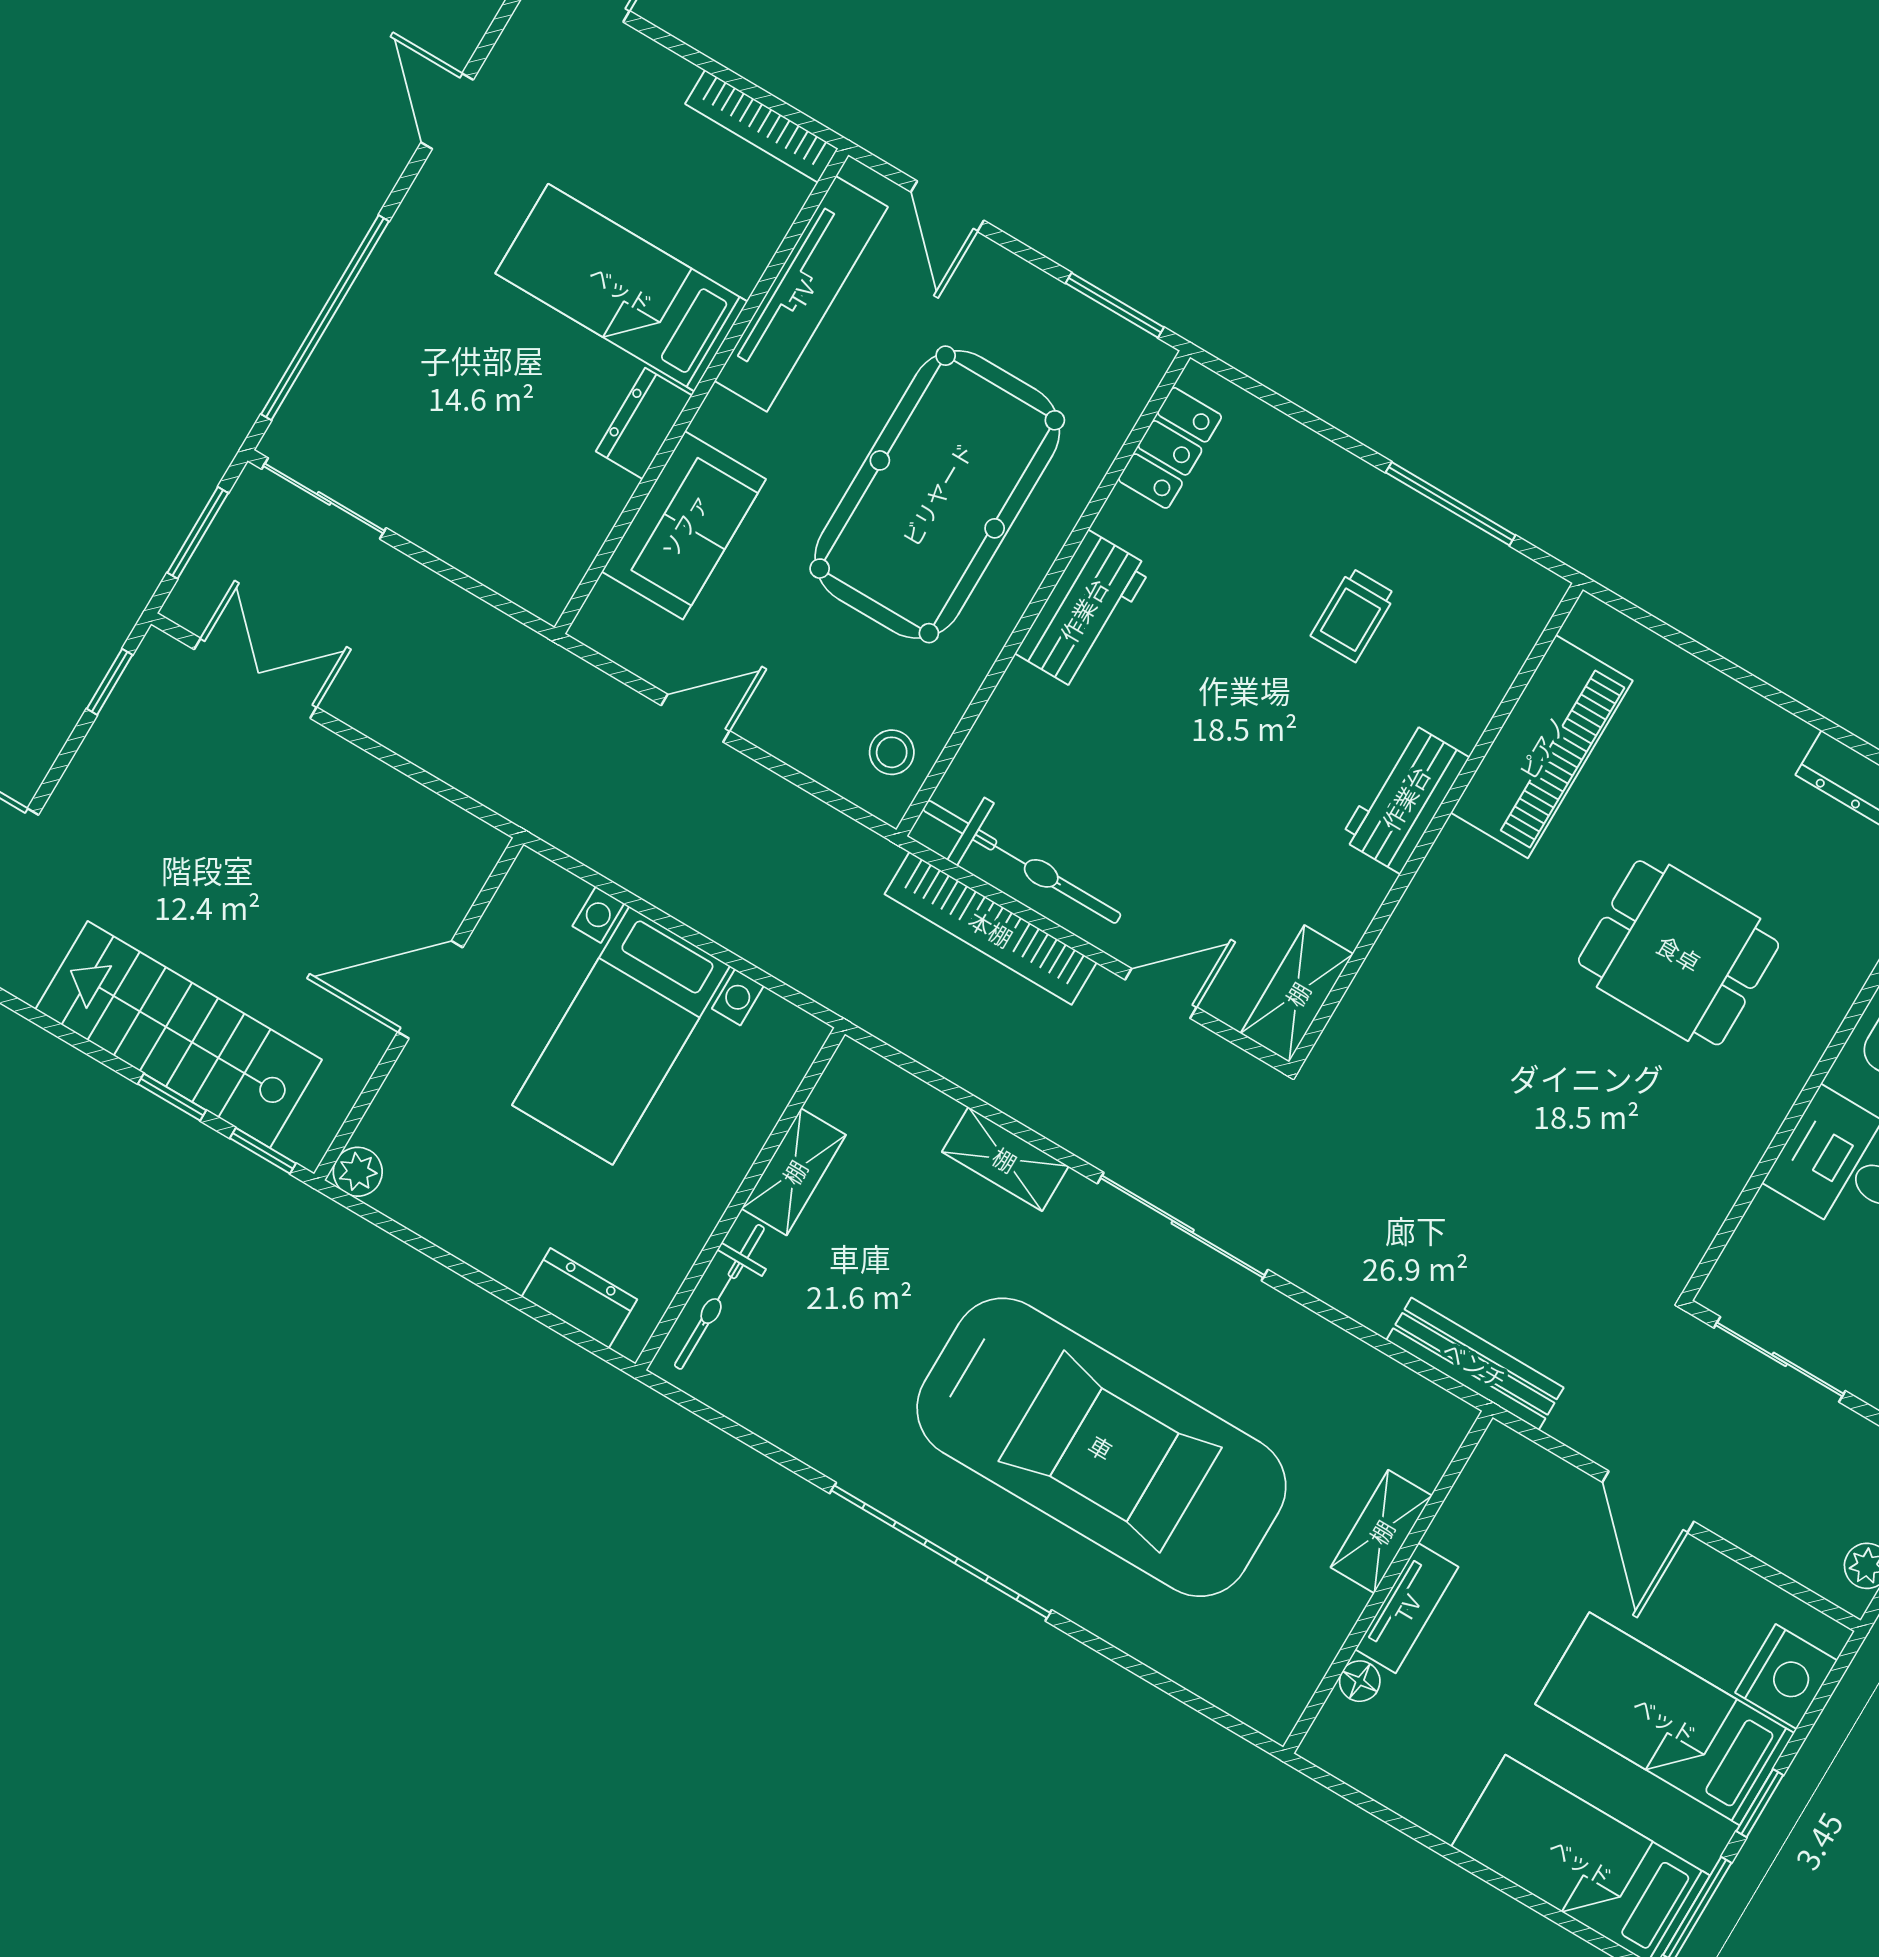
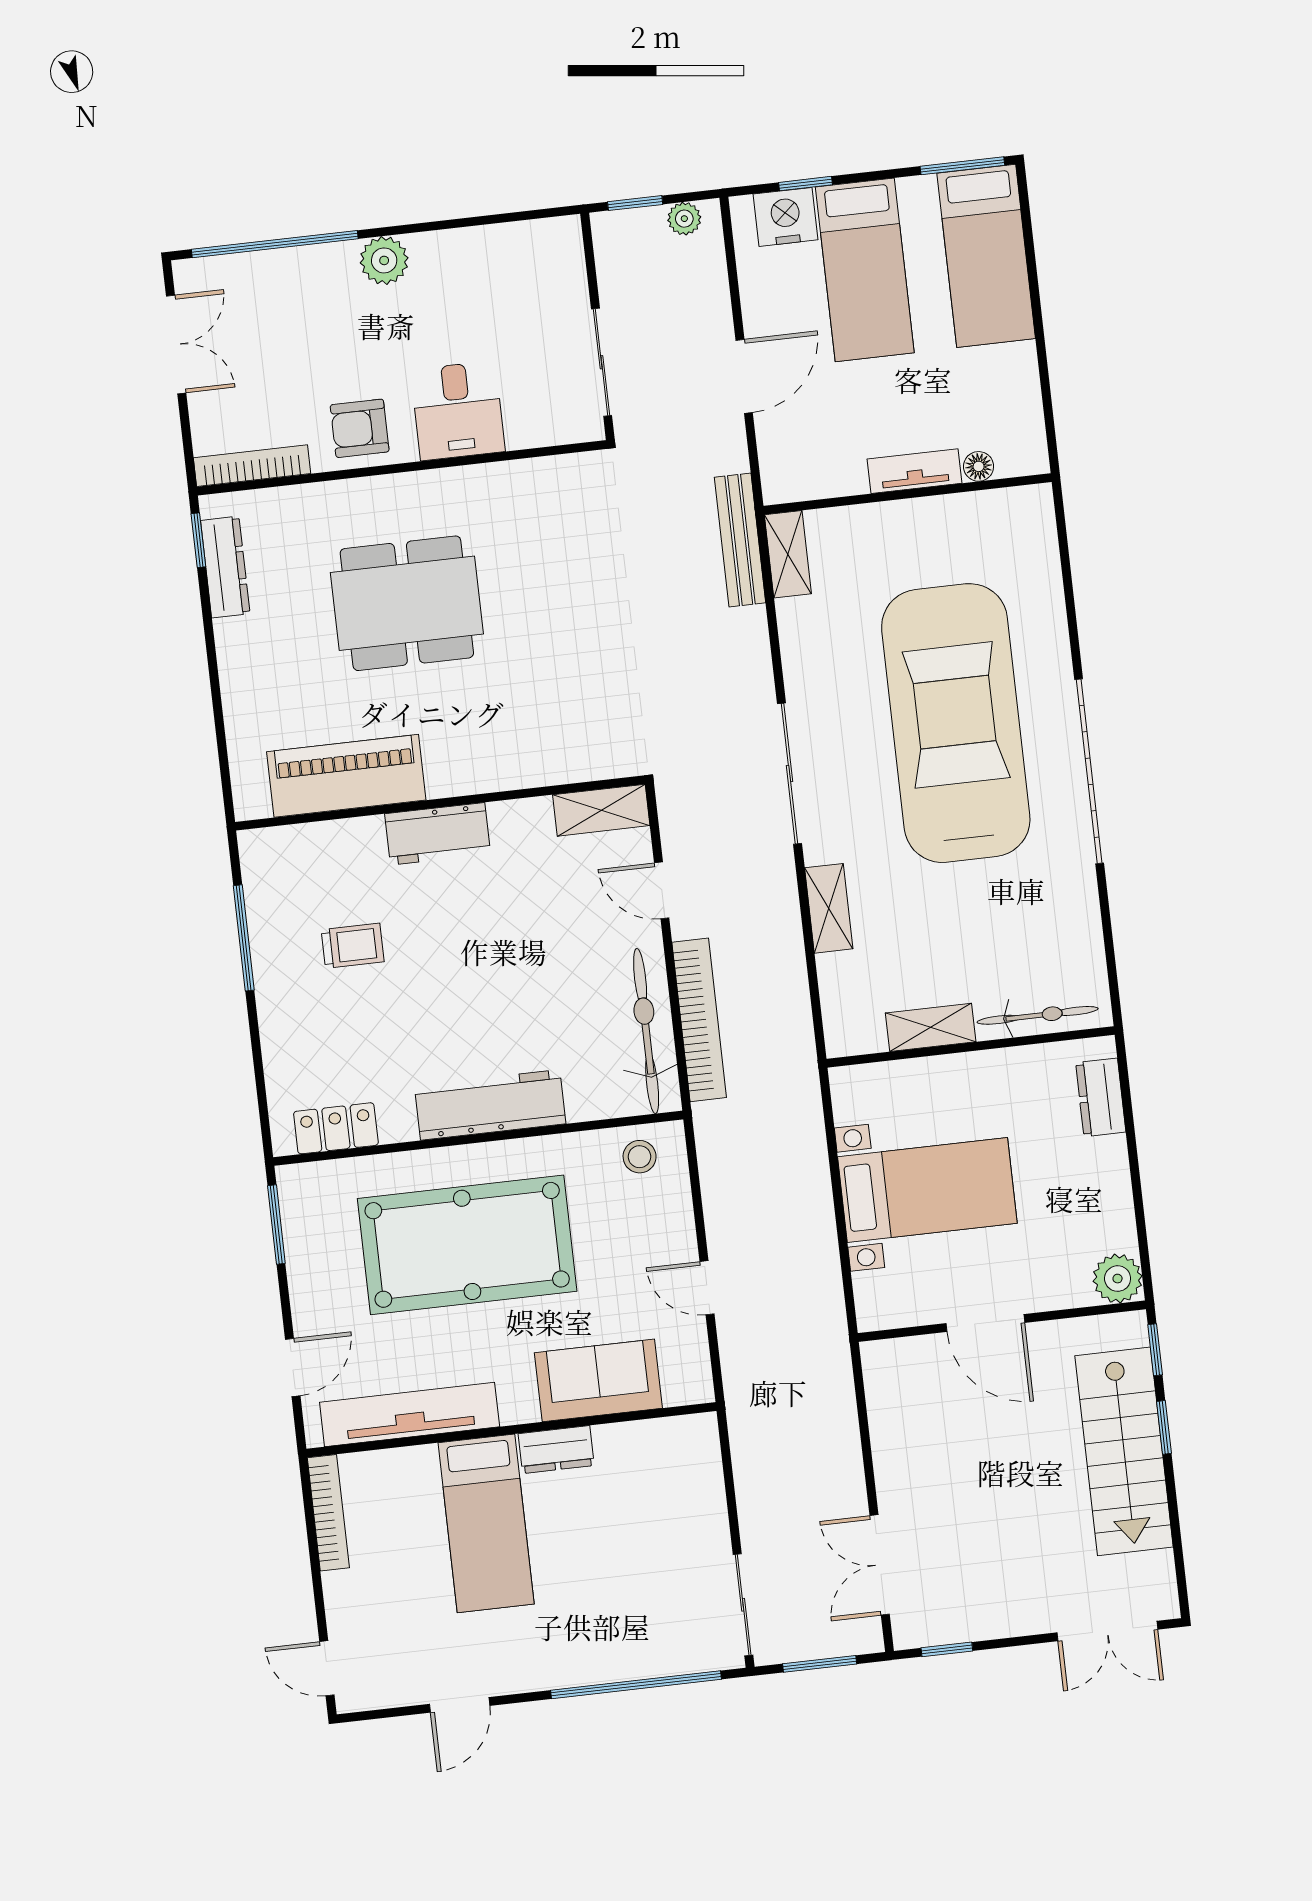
workbench: (1083, 610) -> (490, 1105), width x1.38
dining table: (1679, 953) -> (407, 603), width x1.38
plant: (358, 1172) -> (1118, 1279), width x1.38, depth x1.38
shelving: (1381, 1532) -> (788, 554), moved, turned 90
window: (1760, 1803) -> (805, 184), moved

